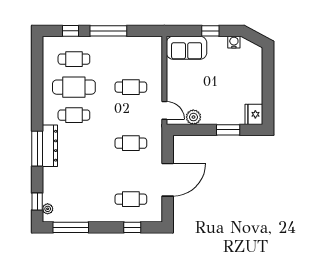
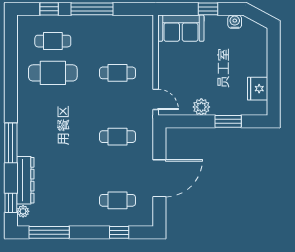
fridge: (254, 114) -> (258, 89), moved
cafe table: (74, 115) -> (53, 105), removed
plant: (193, 117) -> (201, 107), moved
dresser: (50, 146) -> (25, 180), moved

